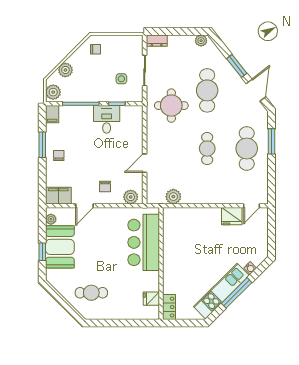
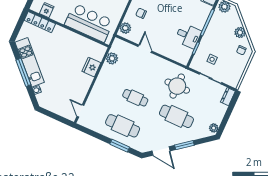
plant: (65, 70) -> (240, 33), moved
fridge: (232, 216) -> (91, 67), moved
locker: (169, 307) -> (40, 22), width x1.53

